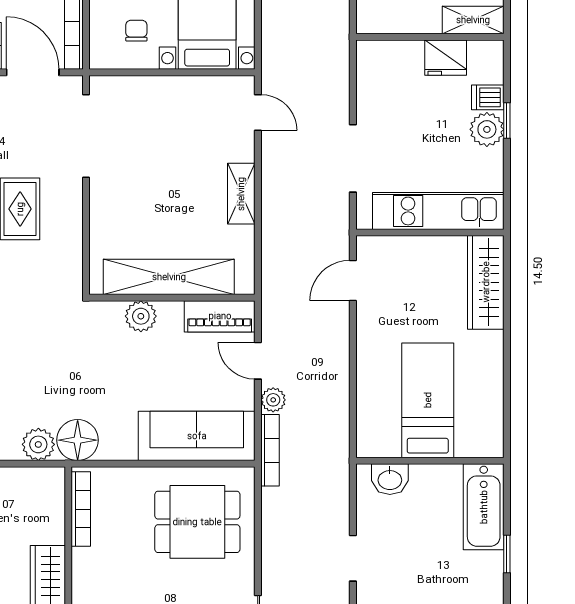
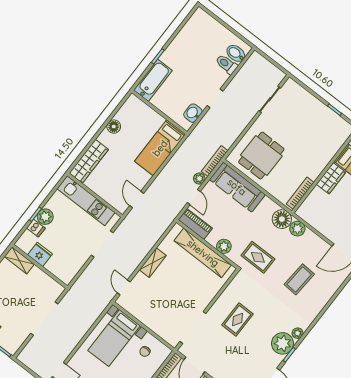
door: (353, 280) -> (137, 200), swing flipped
rug: (68, 343) -> (258, 257), added
floor lamp: (489, 375) -> (114, 127), added
bed: (428, 400) -> (160, 148), moved
washbasin: (390, 479) -> (193, 113), moved, turned -90
dining table: (197, 522) -> (261, 156), turned 90

